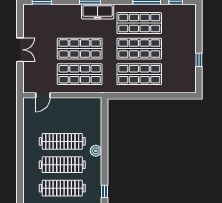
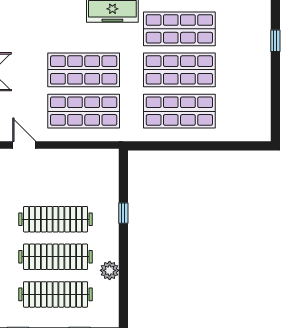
window: (199, 60) -> (275, 41), moved
door: (43, 95) -> (24, 145), swing flipped
plant: (96, 151) -> (110, 270), moved
window: (104, 191) -> (123, 213), moved

